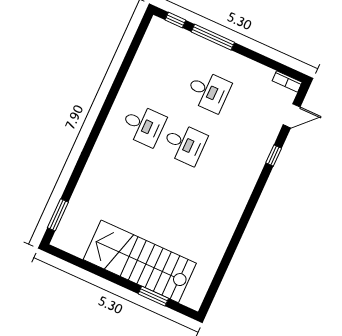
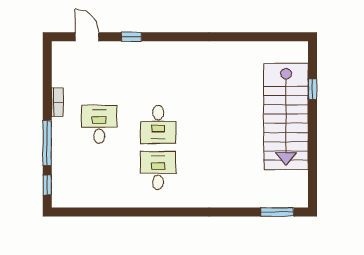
bookcase: (287, 82) -> (57, 102), moved
desk: (184, 144) -> (158, 124), turned 180
window: (153, 296) -> (312, 89), width x0.67

